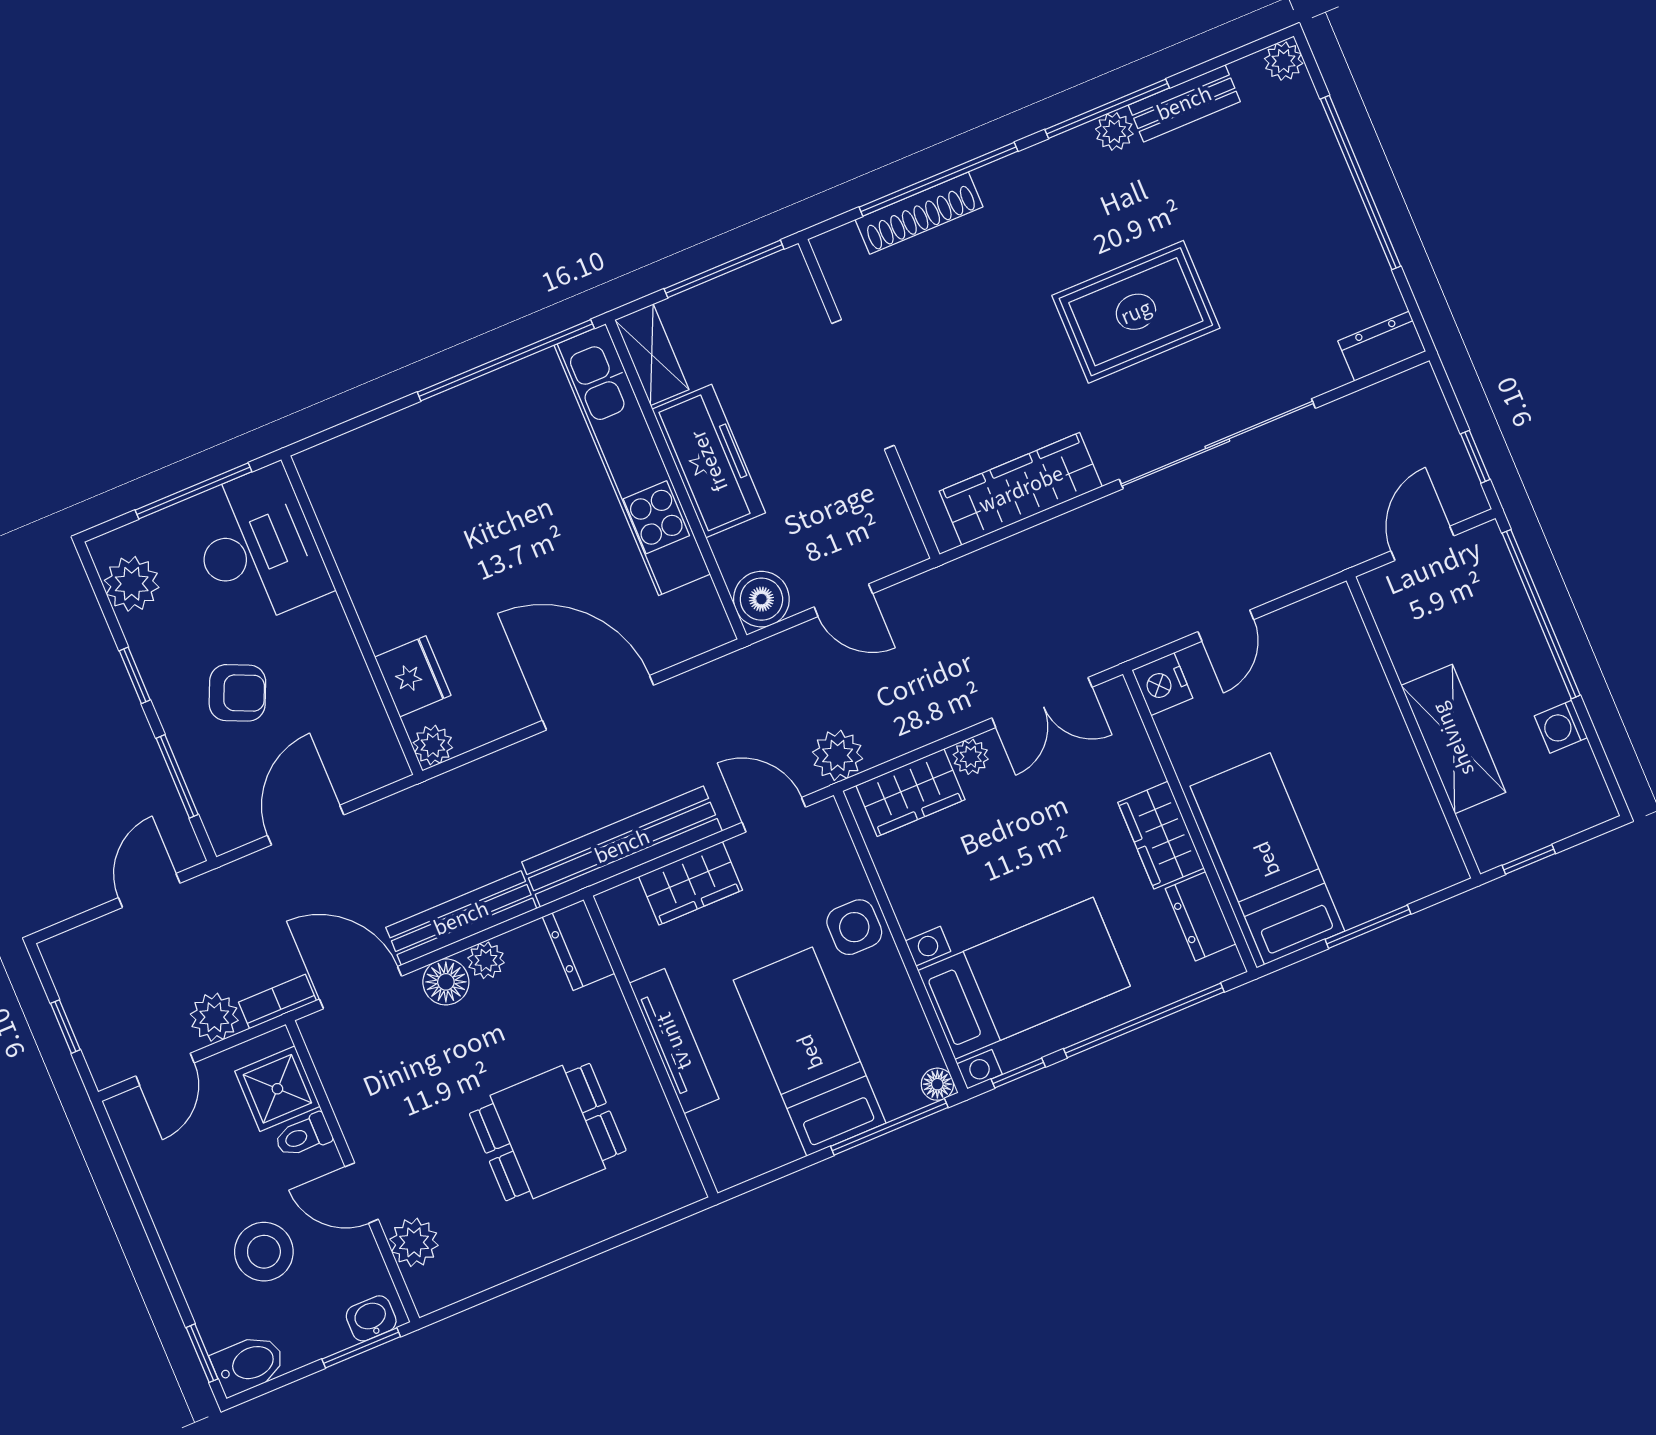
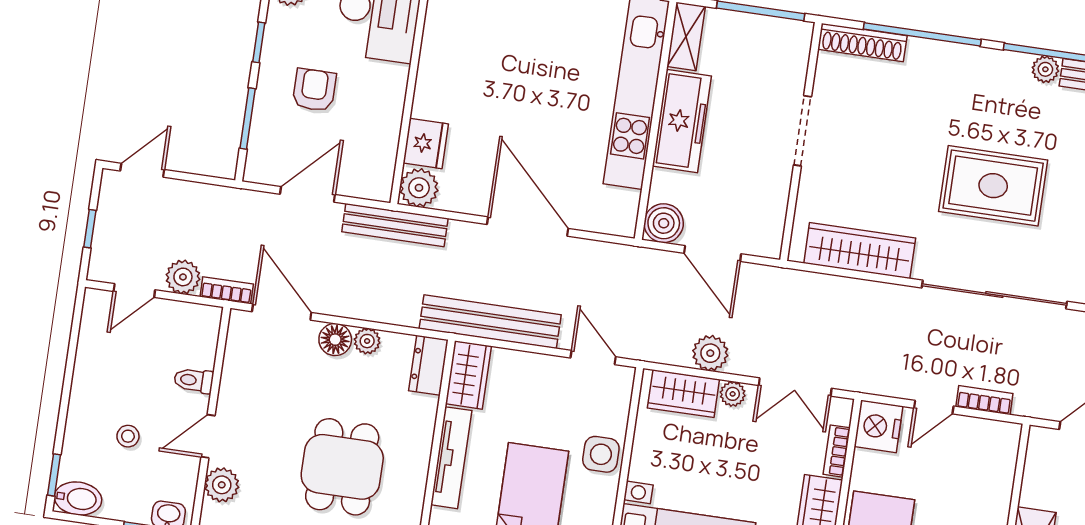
shoe rack: (919, 213) -> (862, 43), moved
doorway: (863, 384) -> (802, 131), width x0.73
bookcase: (1283, 580) -> (984, 400), added
door: (843, 600) -> (713, 253), width x1.38
nightstand: (1162, 684) -> (879, 426), width x1.36, depth x1.33
armchair: (237, 693) -> (314, 90), turned -114
plant: (433, 745) -> (419, 188), width x1.38, depth x1.38
bookcase: (1140, 750) -> (837, 451), added
plant: (838, 755) -> (710, 353), moved
wardrobe: (691, 883) -> (468, 375), moved, turned -90
door: (149, 890) -> (142, 170), moved
bench: (461, 918) -> (395, 225), moved
shower: (277, 1089) -> (195, 343), removed
dining table: (548, 1132) -> (342, 467), turned 90
door: (362, 1193) -> (208, 436), hinge flipped
stool: (264, 1252) -> (128, 436), width x0.53, depth x0.53

